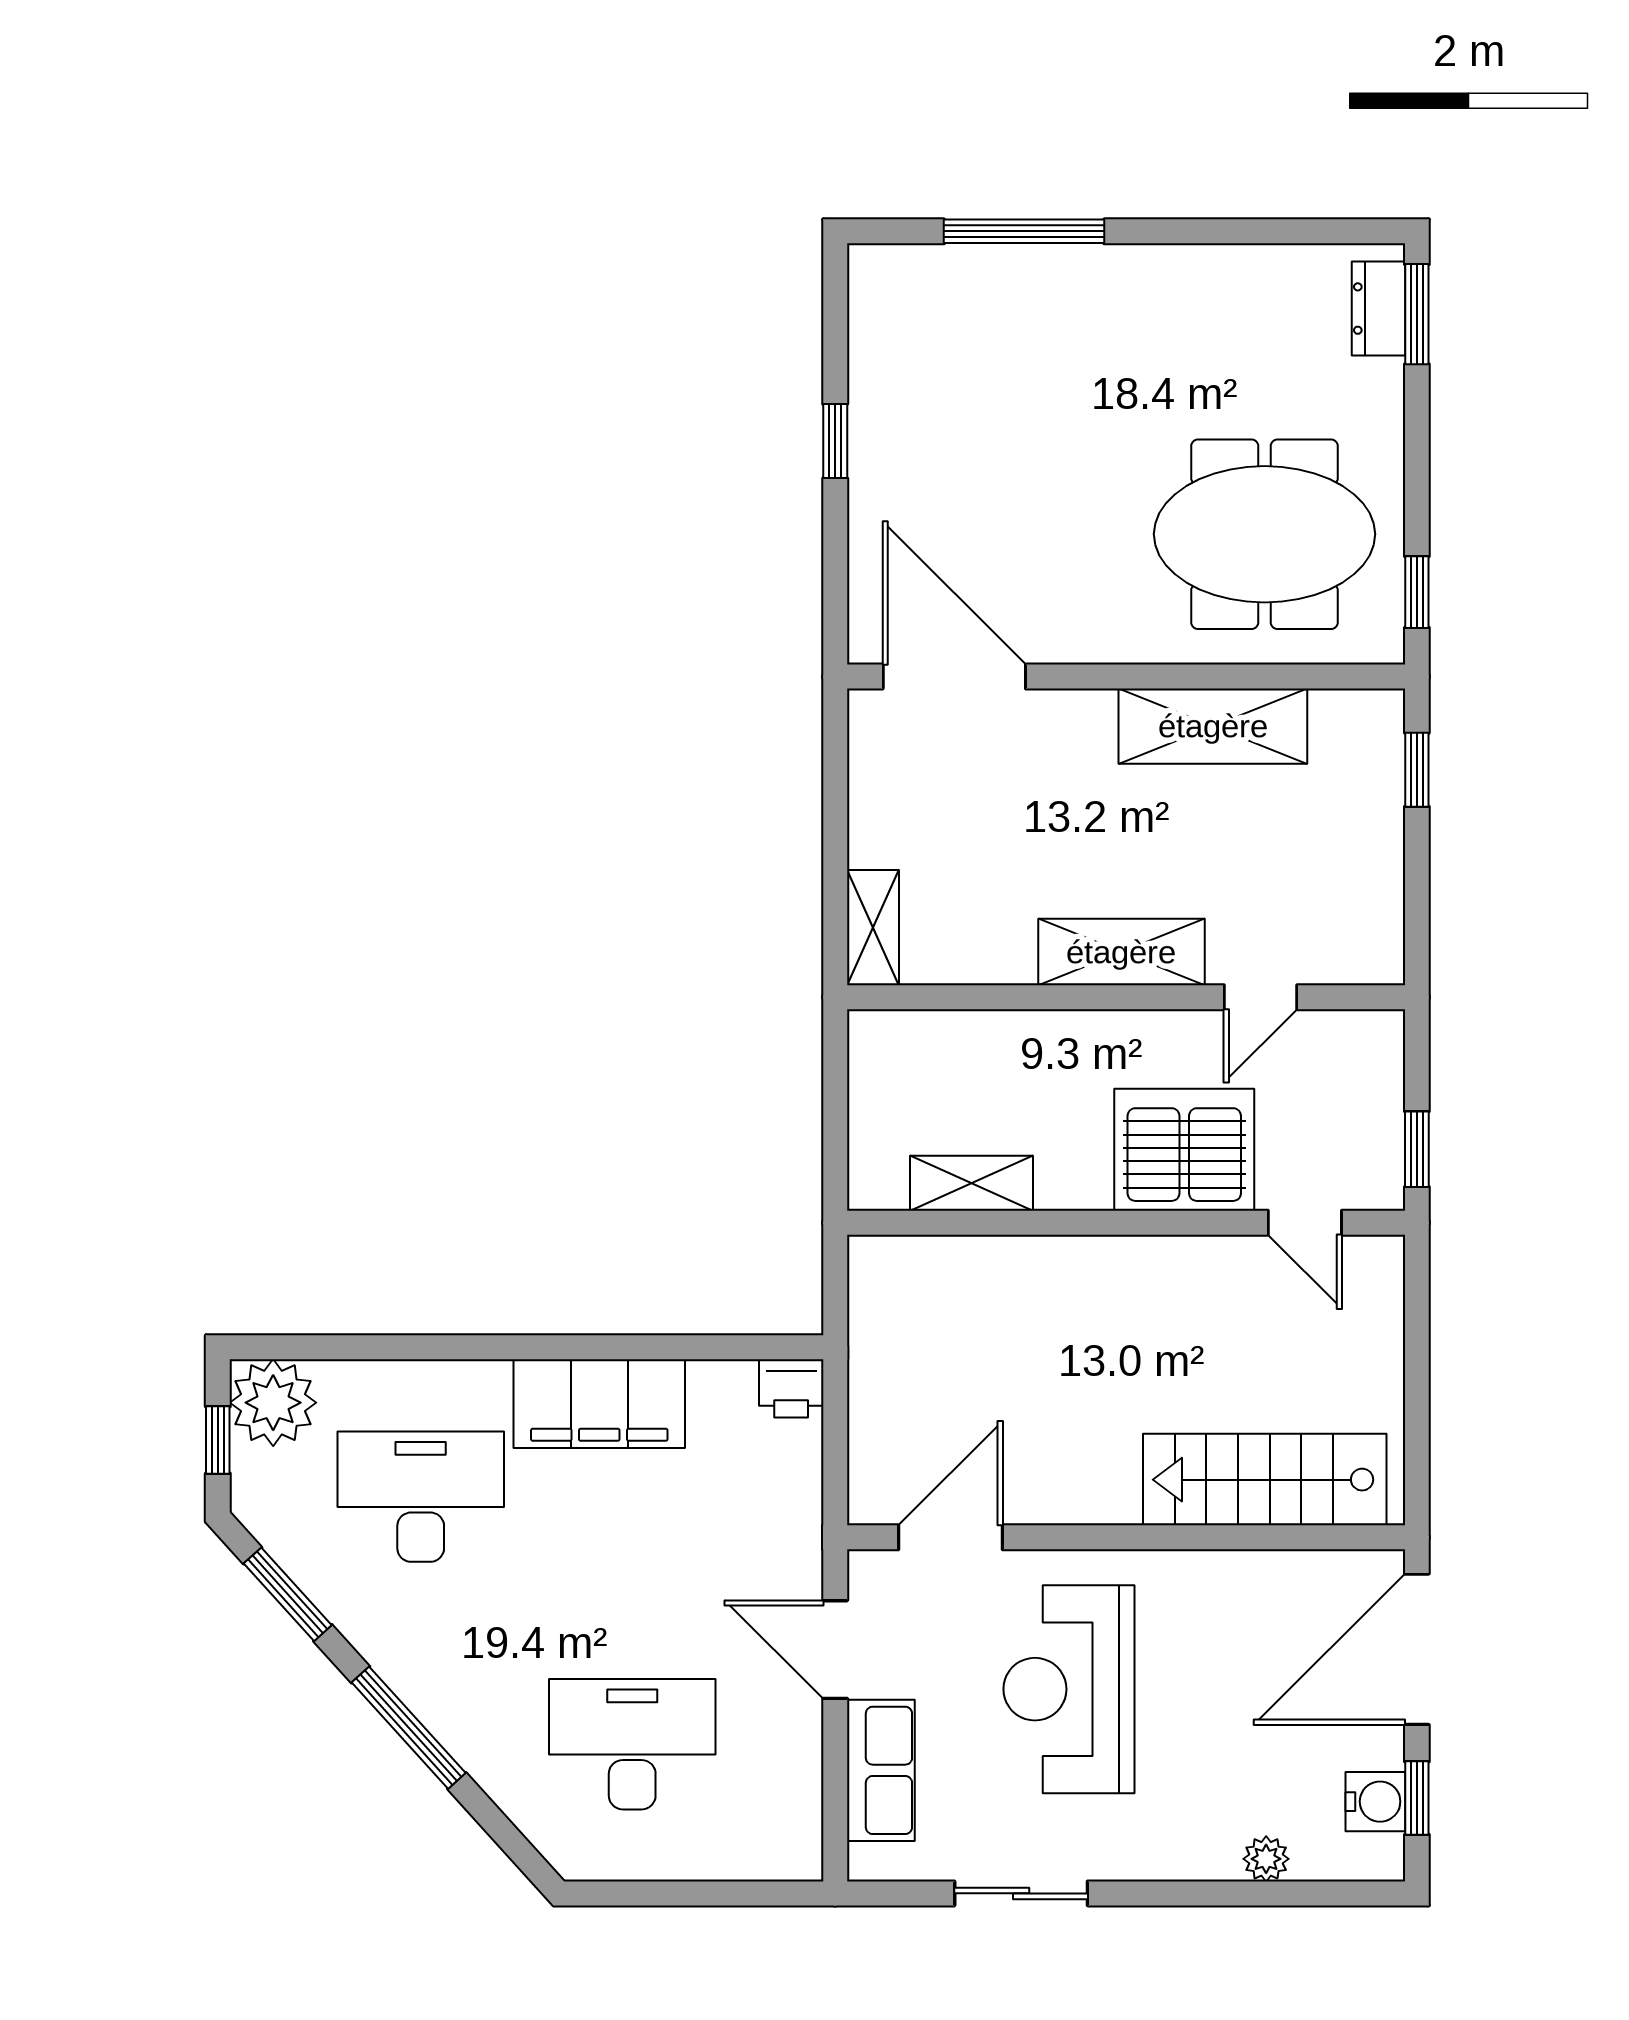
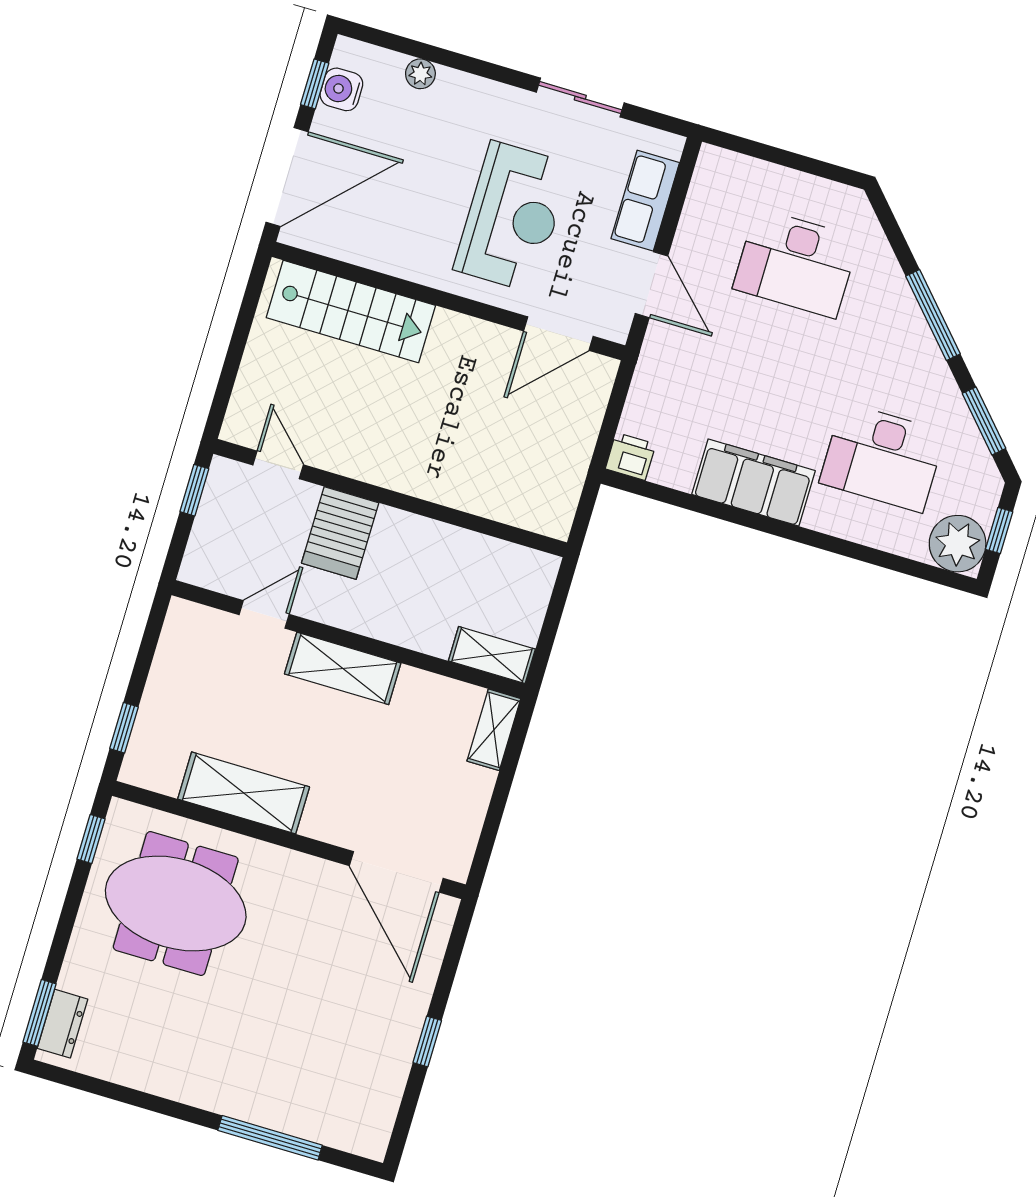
server rack: (1184, 1150) -> (340, 533), width x0.63
shelving: (972, 1183) -> (492, 655), moved

